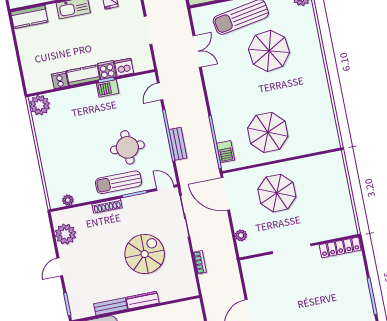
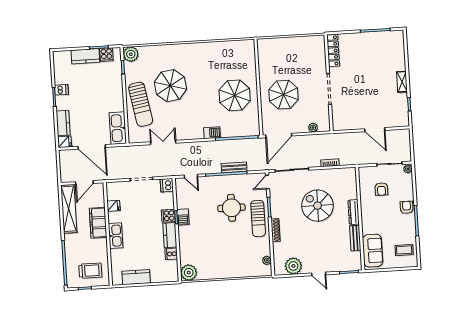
kitchen counter: (29, 17) -> (136, 277), moved, turned -90
dishwasher: (124, 67) -> (167, 185), moved
barbecue: (226, 152) -> (212, 133), moved

